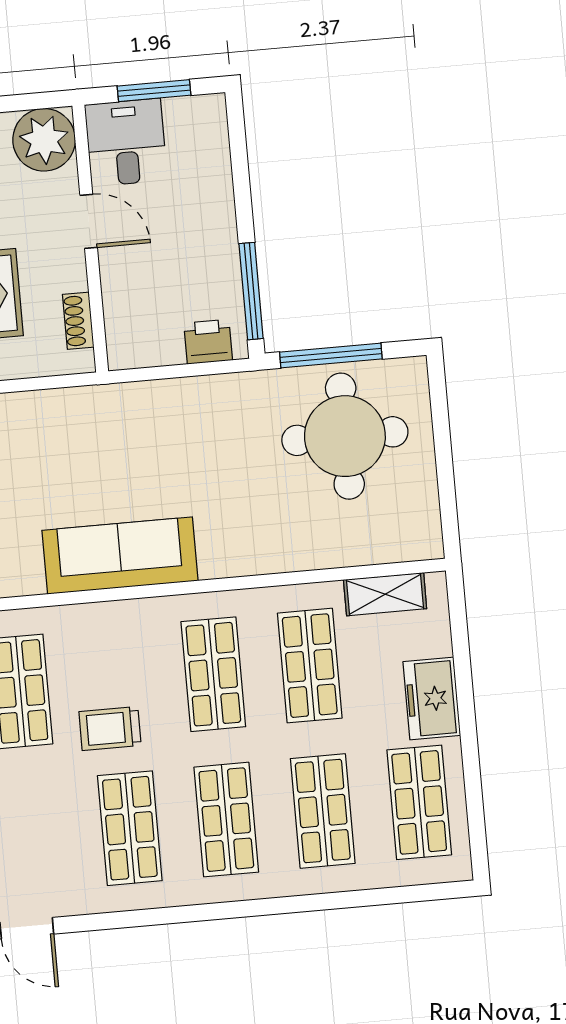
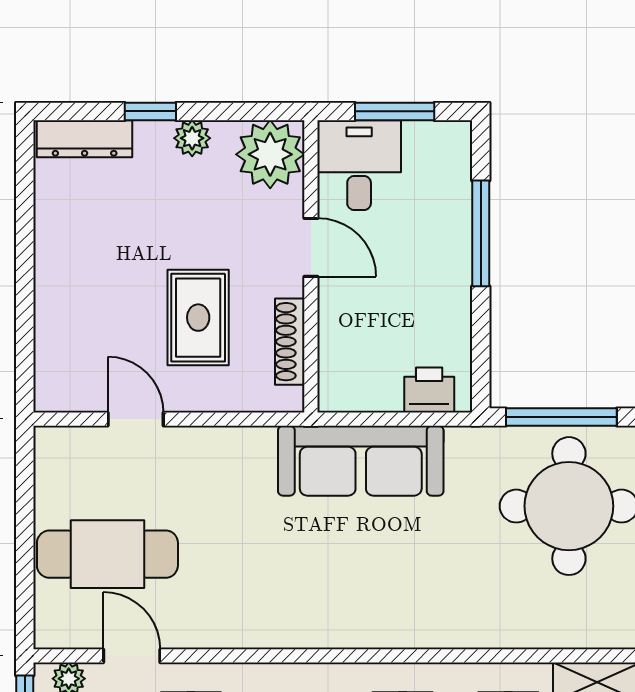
window: (251, 291) -> (481, 233), moved
shoe rack: (78, 321) -> (290, 342), width x1.43
sofa: (120, 556) -> (361, 461), moved, turned 180

